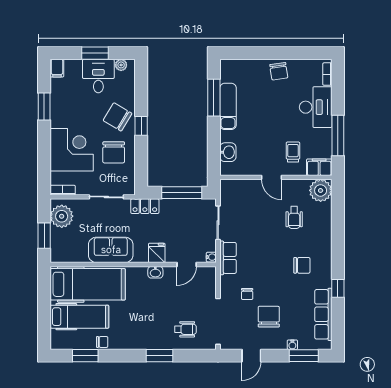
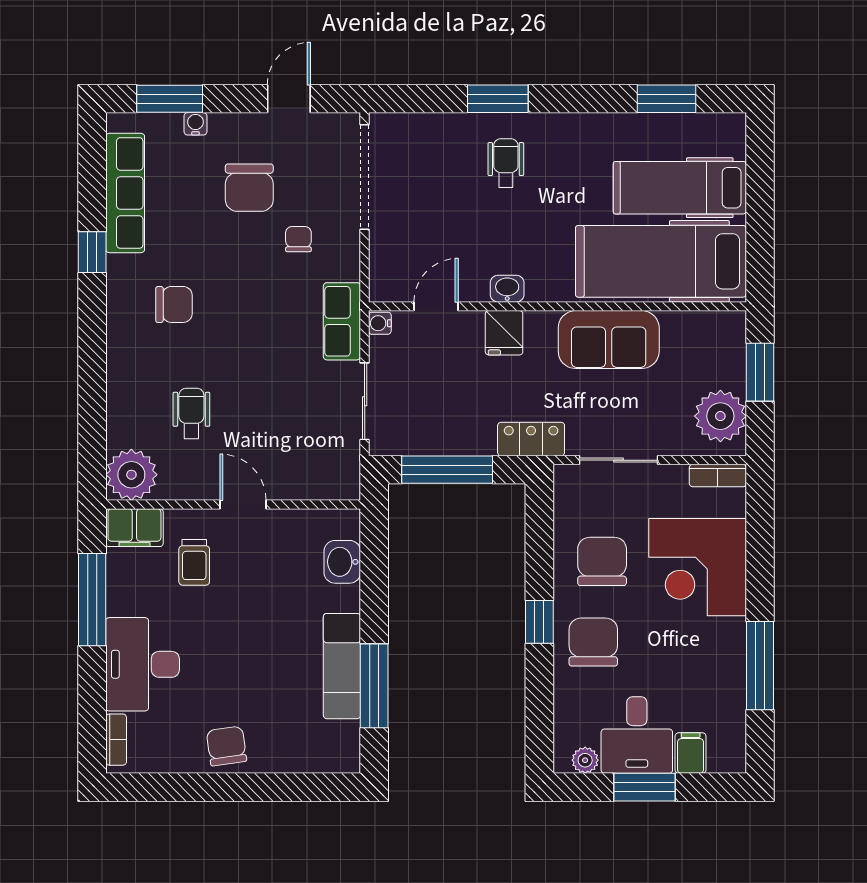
filing cabinet: (57, 68) -> (691, 753), moved
window: (44, 107) -> (760, 666), width x1.44
chair: (118, 117) -> (593, 642), turned -121
chair: (302, 265) -> (174, 304), turned 180
wheelchair: (185, 329) -> (506, 163), moved, turned 90
chair: (102, 342) -> (628, 130), removed

